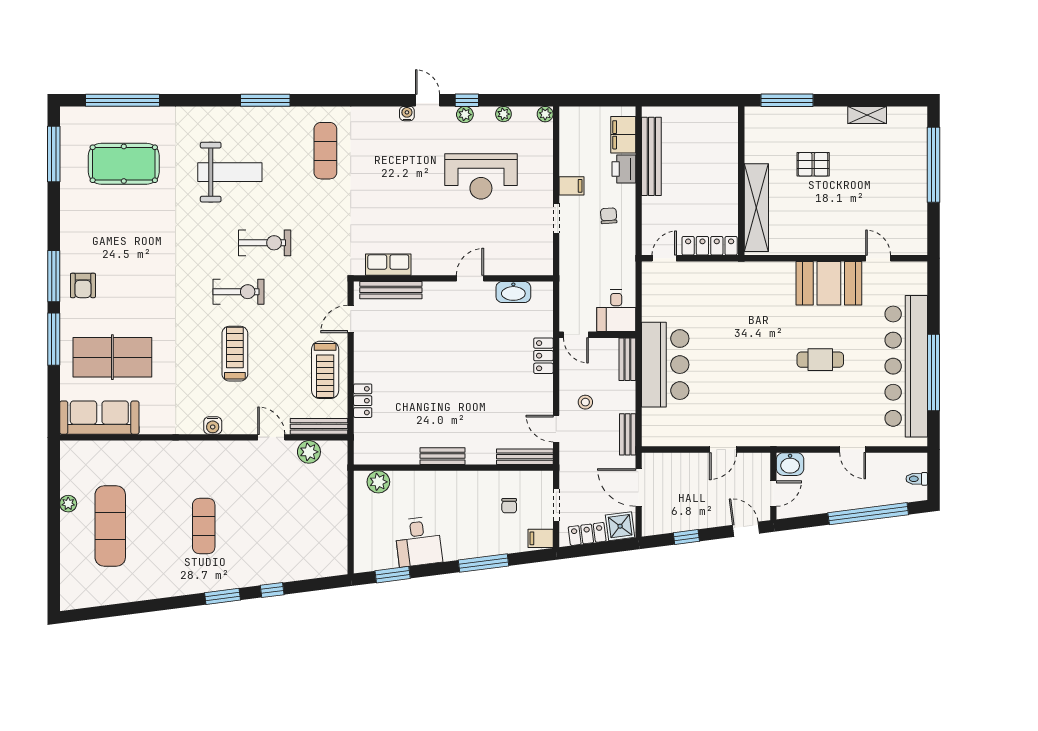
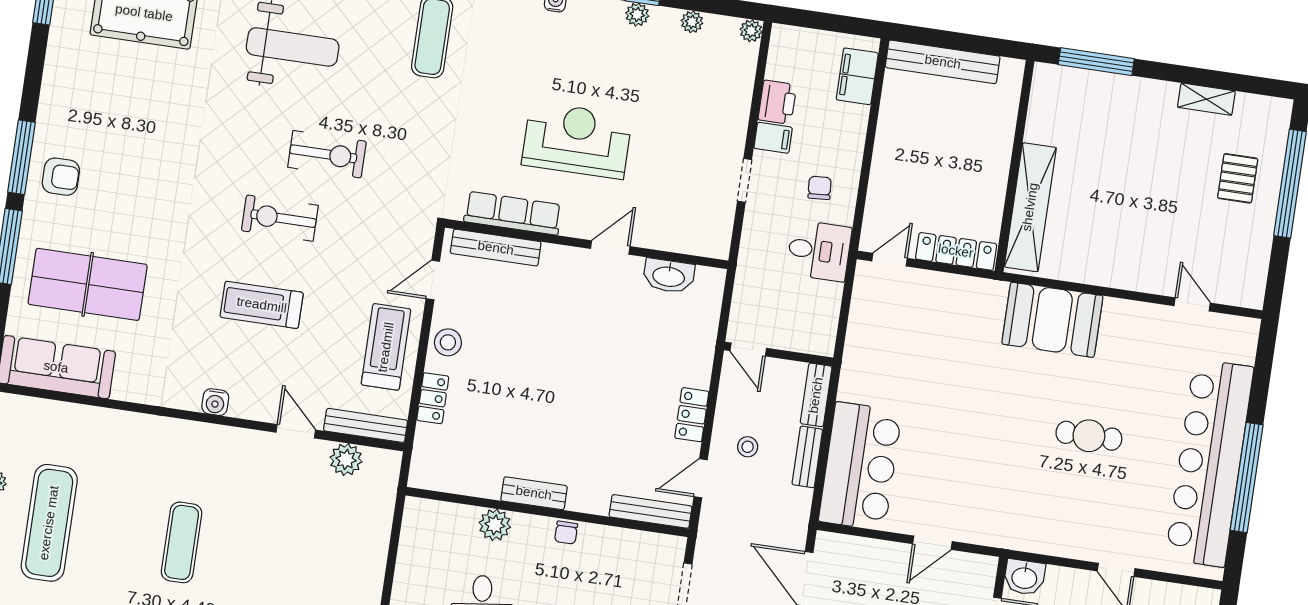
bench: (651, 156) -> (943, 62), moved, turned 90
pallet: (813, 164) -> (1238, 178), moved, turned 90
printer: (624, 169) -> (777, 102), moved, turned 180
reception desk: (481, 176) -> (577, 140), moved, turned 180
row of seats: (388, 265) -> (513, 213), width x1.48
booth: (829, 283) -> (1052, 320), moved
armchair: (83, 285) -> (61, 177), turned -90
exercise bike: (239, 292) -> (280, 218), turned 180
desk: (616, 311) -> (819, 251), moved, turned -90
treadmill: (235, 354) -> (262, 305), turned -90
locker: (543, 356) -> (692, 415), moved
stool: (367, 361) -> (448, 342), added
bar counter: (665, 365) -> (860, 466), moved
treadmill: (325, 370) -> (386, 347), turned 180
door: (556, 429) -> (701, 478), hinge flipped
bench: (628, 434) -> (807, 457), moved
plant: (378, 482) -> (495, 525), moved
chair: (509, 506) -> (566, 533), moved

